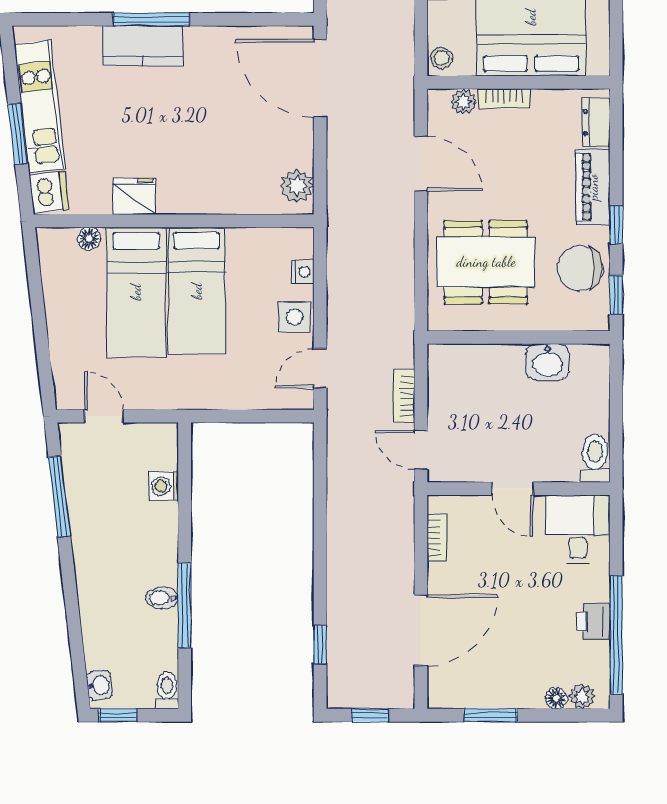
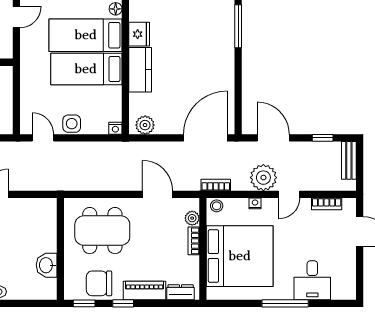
window: (152, 19) -> (238, 26), moved
kitchen counter: (142, 46) -> (140, 70), moved, turned 180
door: (421, 164) -> (157, 194), swing flipped
dining table: (486, 262) -> (102, 231), turned 90
chair: (580, 268) -> (99, 283), turned -90
nightstand: (303, 272) -> (115, 128), moved
bookcase: (404, 396) -> (216, 185), moved

